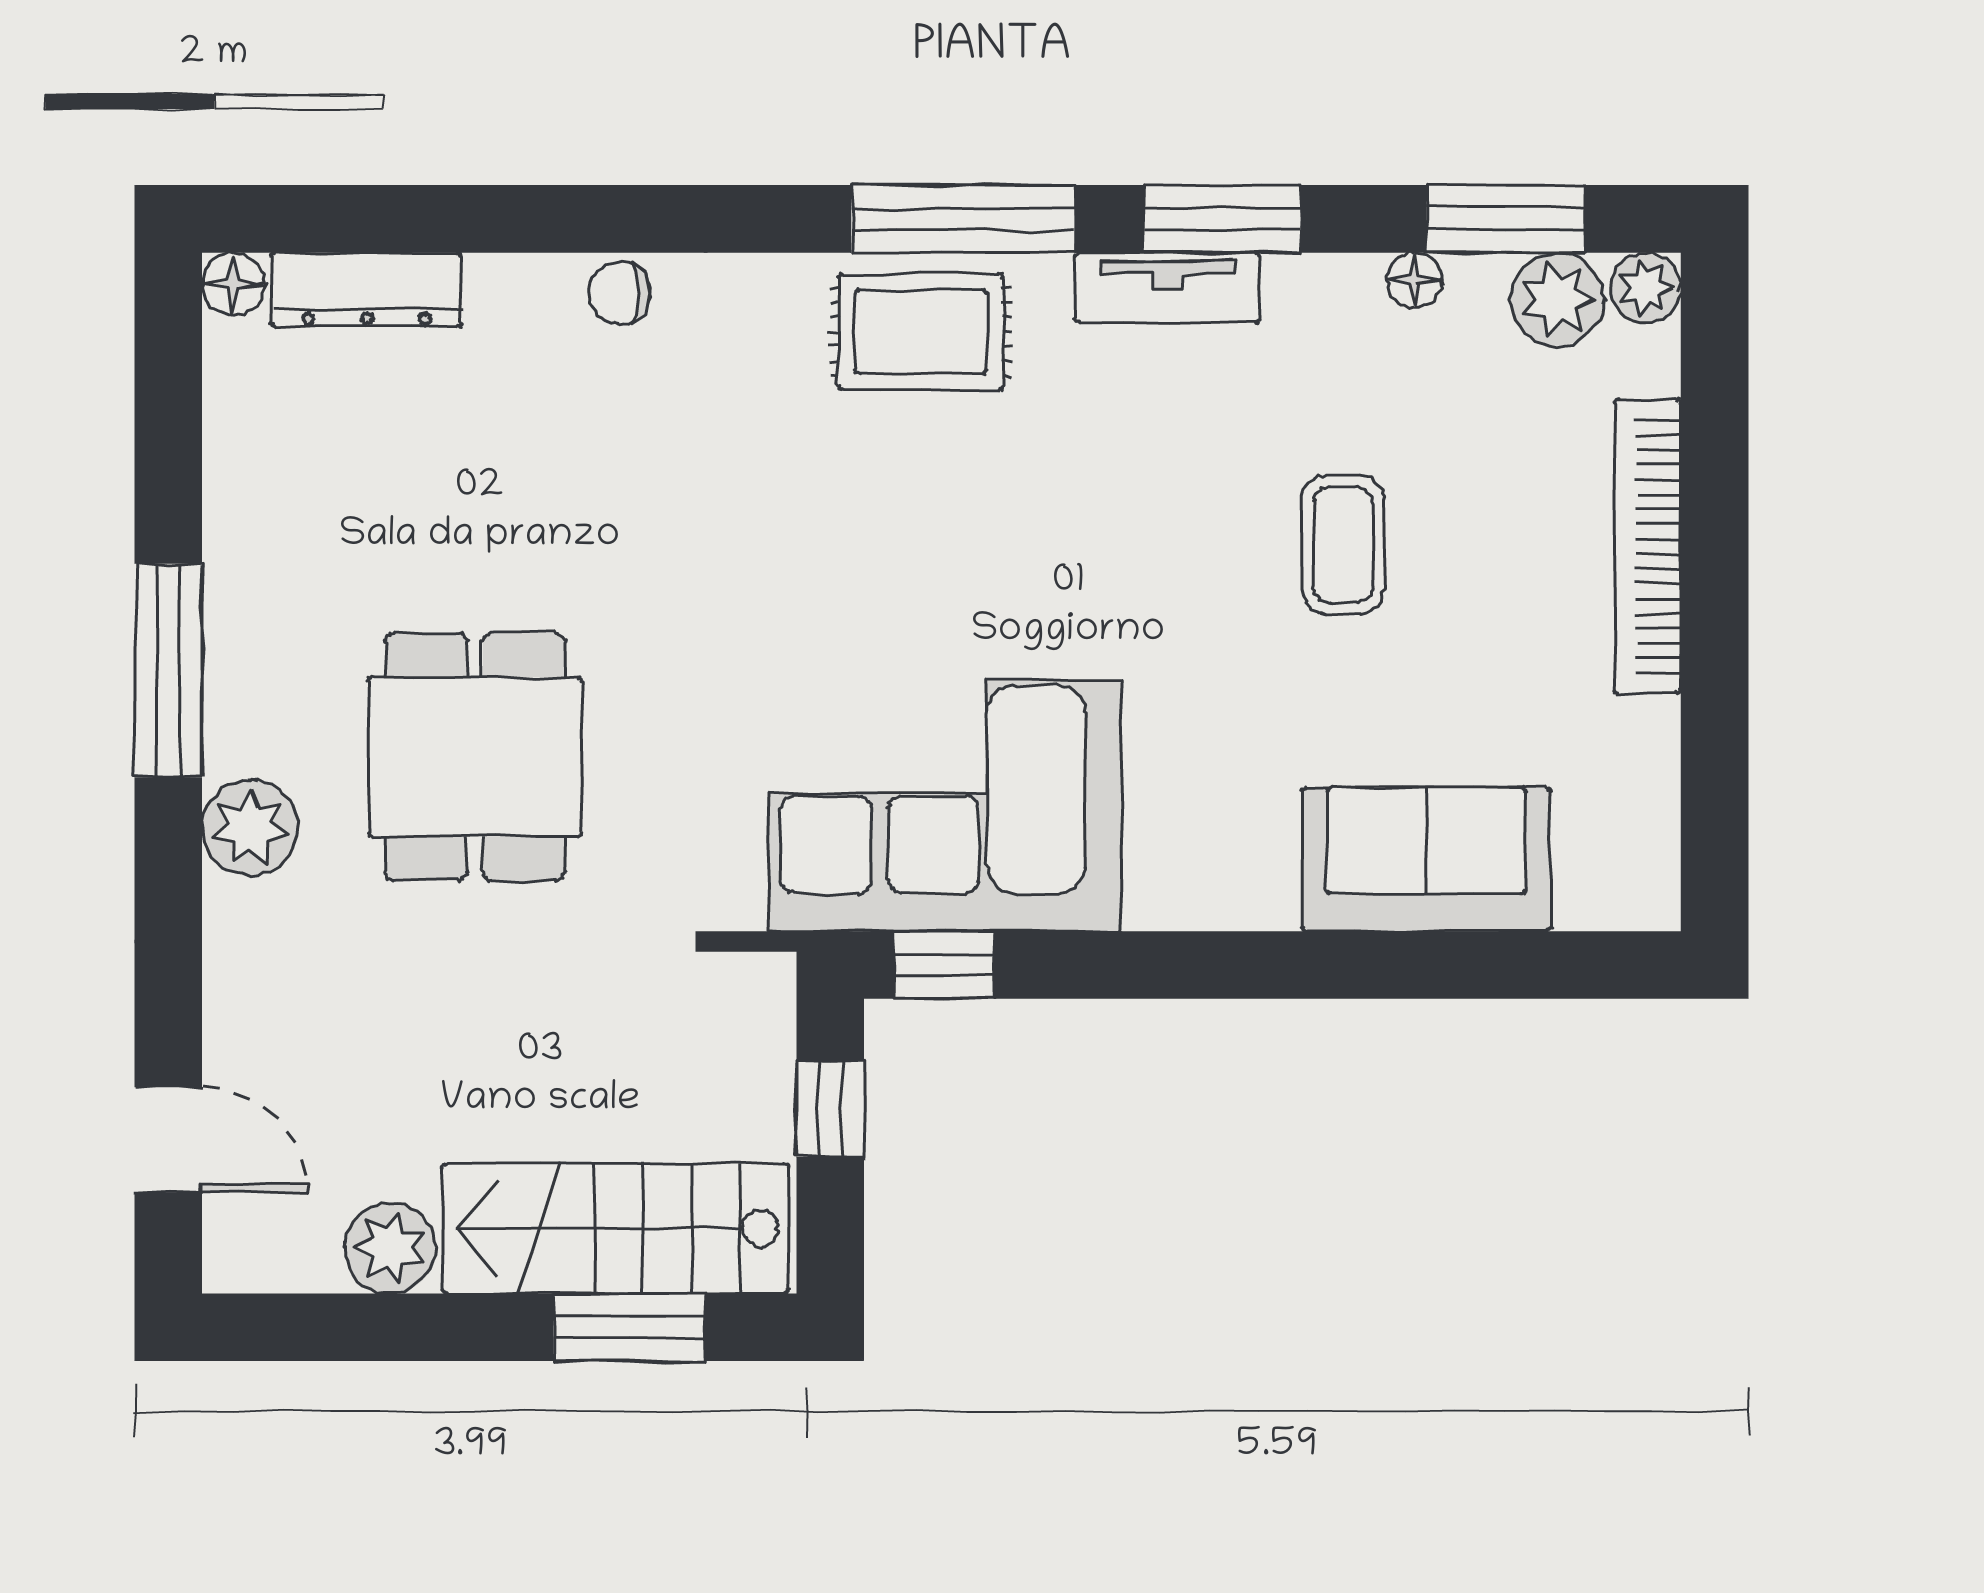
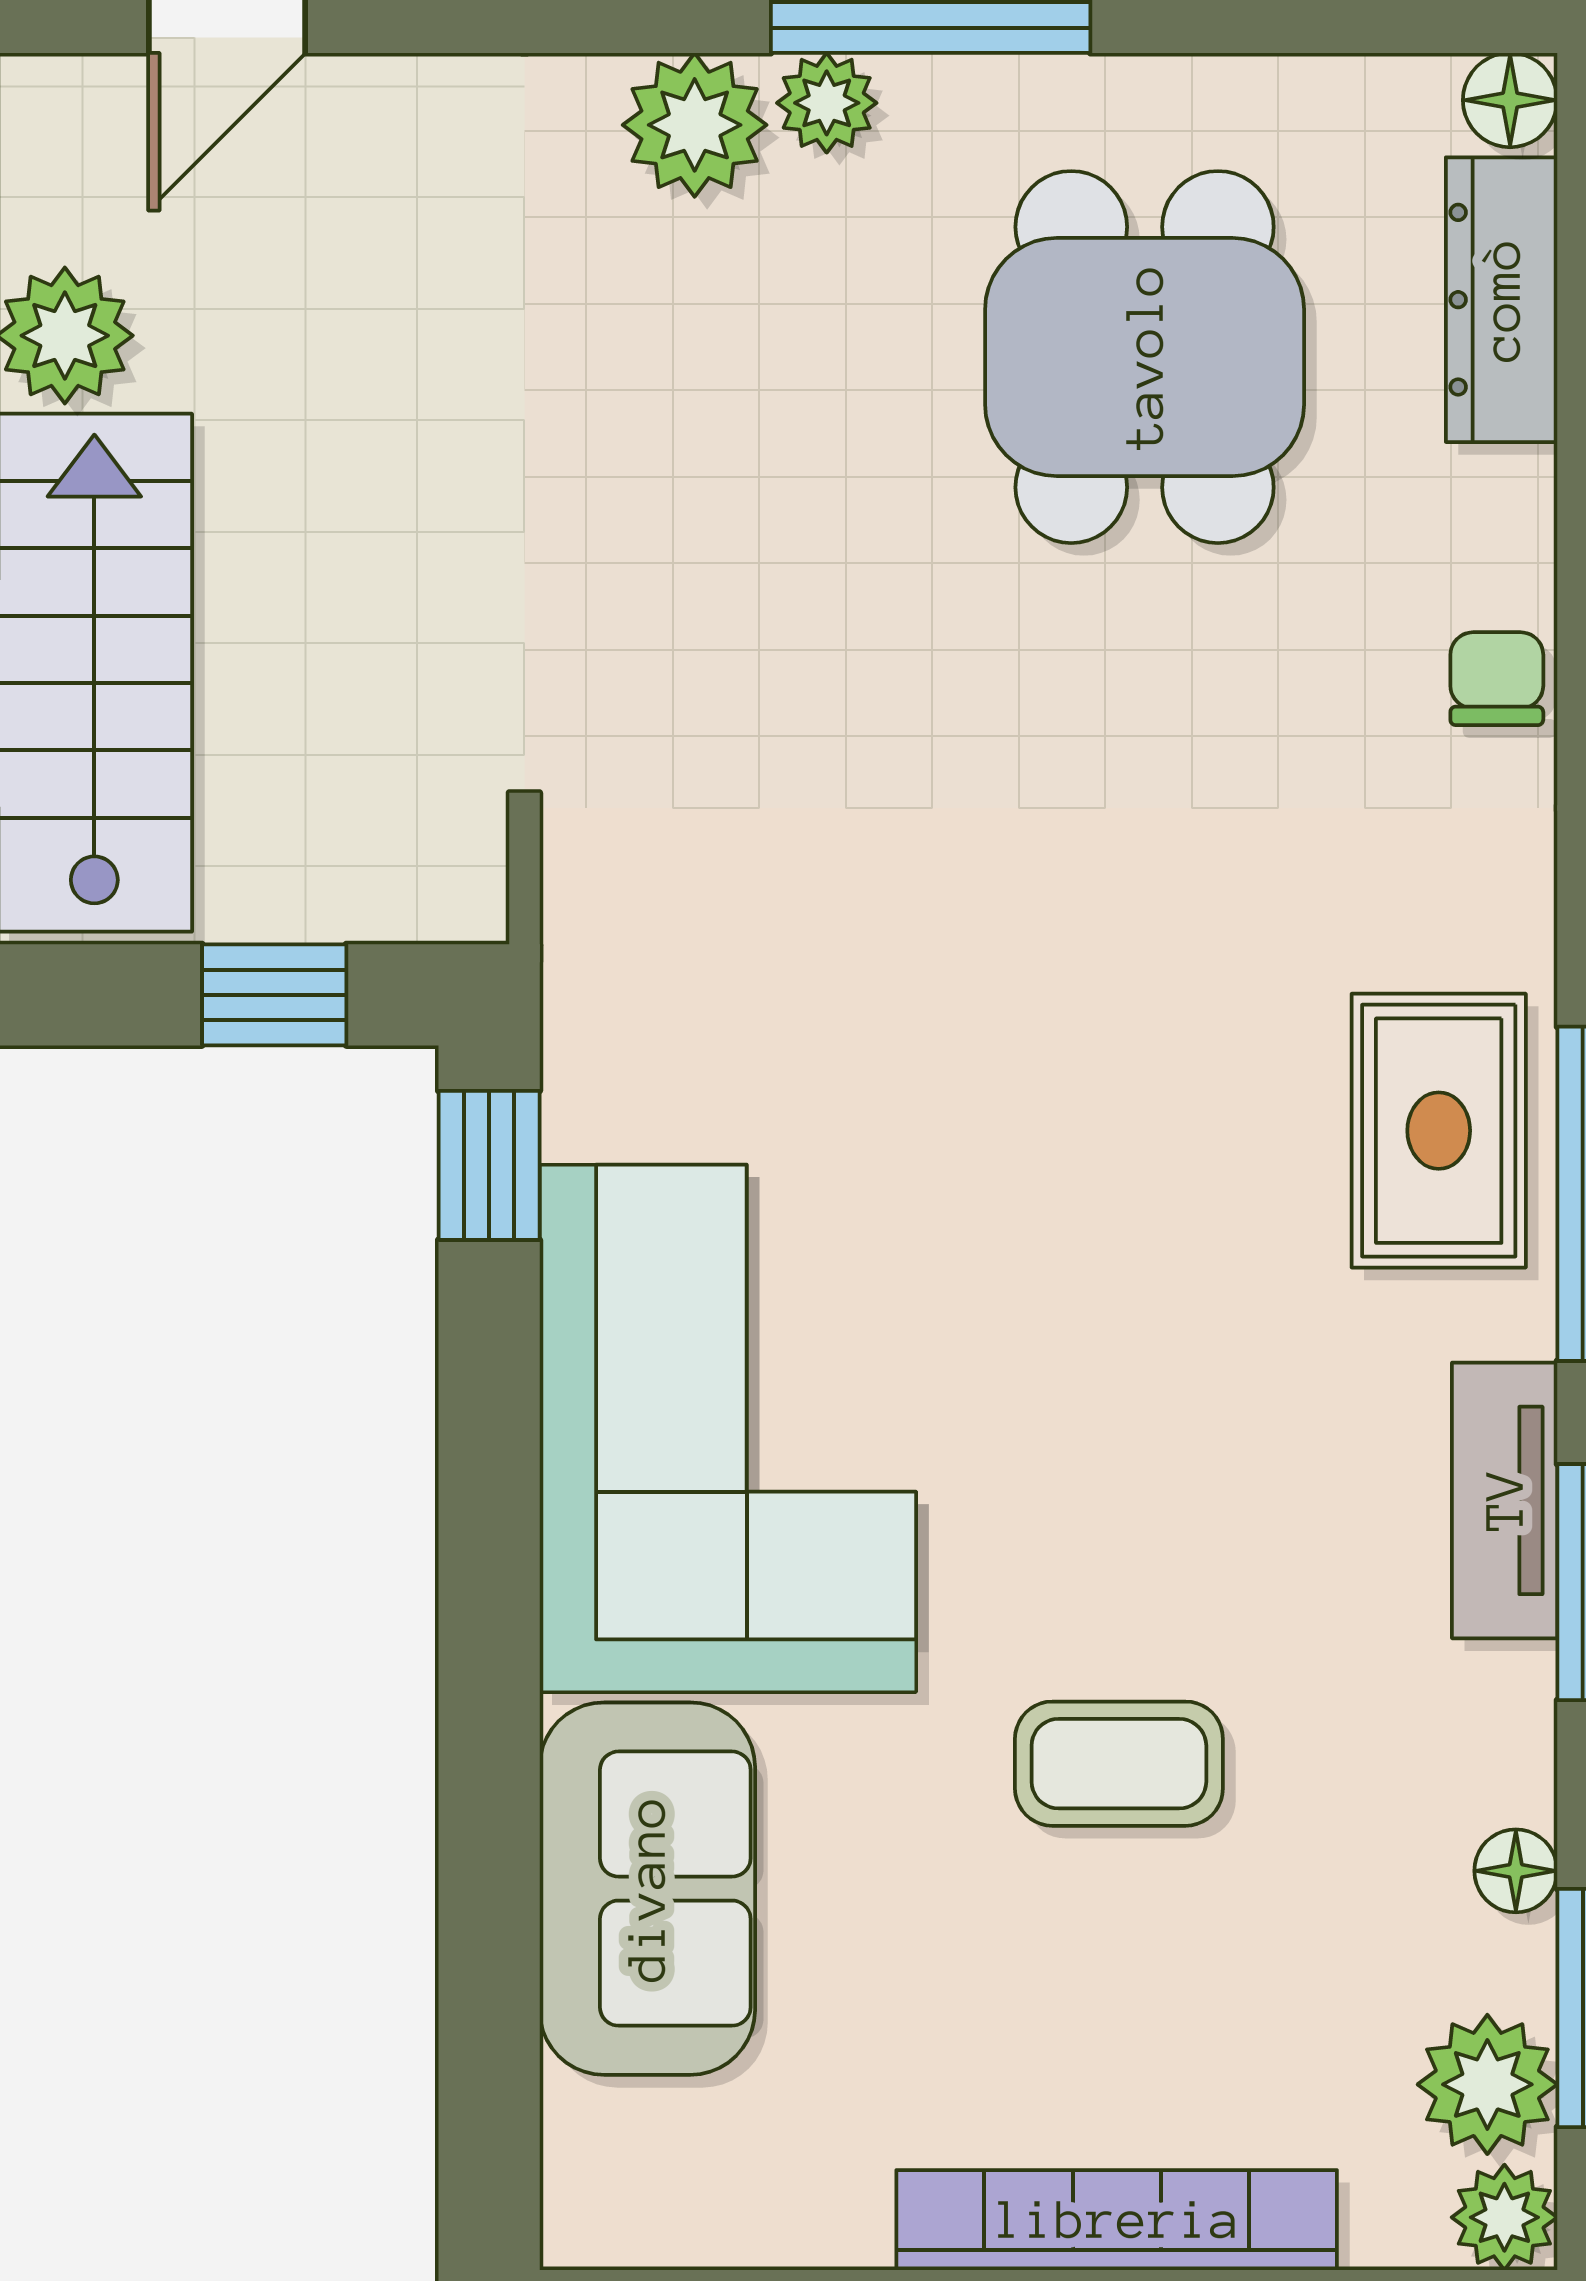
plant: (235, 740) -> (827, 103), added
dining table: (475, 757) -> (1145, 357), moved, turned 90
corner sofa: (945, 806) -> (728, 1428), moved

